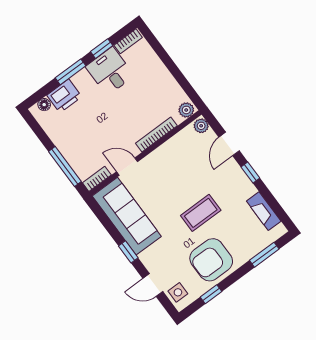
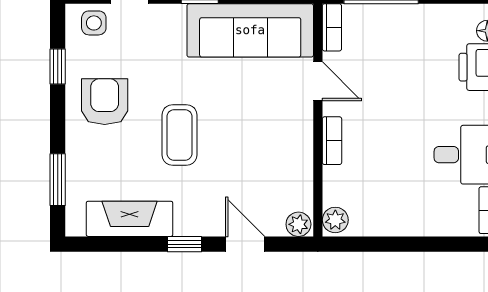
bookcase: (156, 135) -> (332, 141), width x0.64
door: (127, 167) -> (318, 81), hinge flipped
fireplace: (264, 211) -> (130, 219), width x1.37, depth x1.32
armchair: (211, 260) -> (105, 102), width x0.73, depth x0.73

